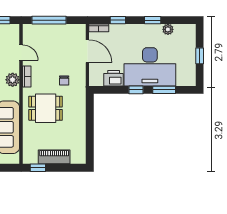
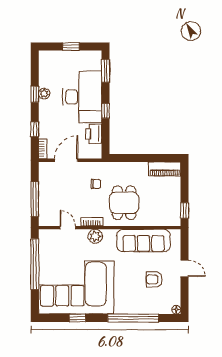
plant: (168, 29) -> (44, 94), moved
door: (21, 53) -> (68, 228), hinge flipped
window: (164, 90) -> (106, 71), moved
piano: (54, 157) -> (165, 169), moved, turned -90

